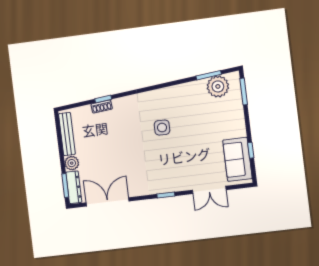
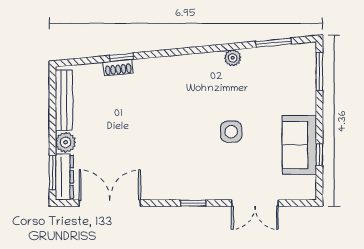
plant: (218, 86) -> (233, 58), moved, width x0.53, depth x0.53
side table: (162, 128) -> (231, 132), moved
sofa: (237, 159) -> (299, 145), moved

